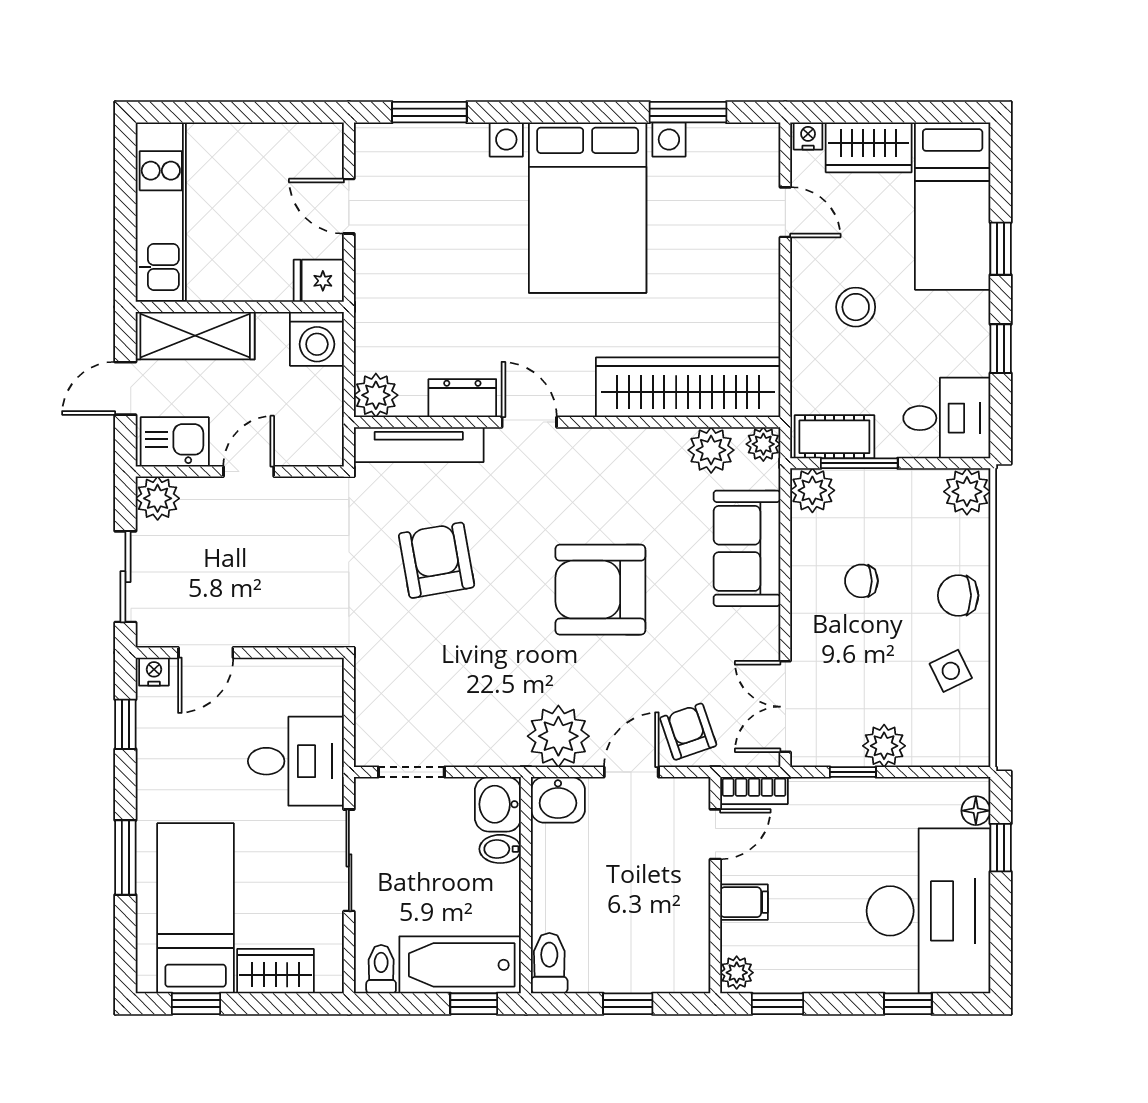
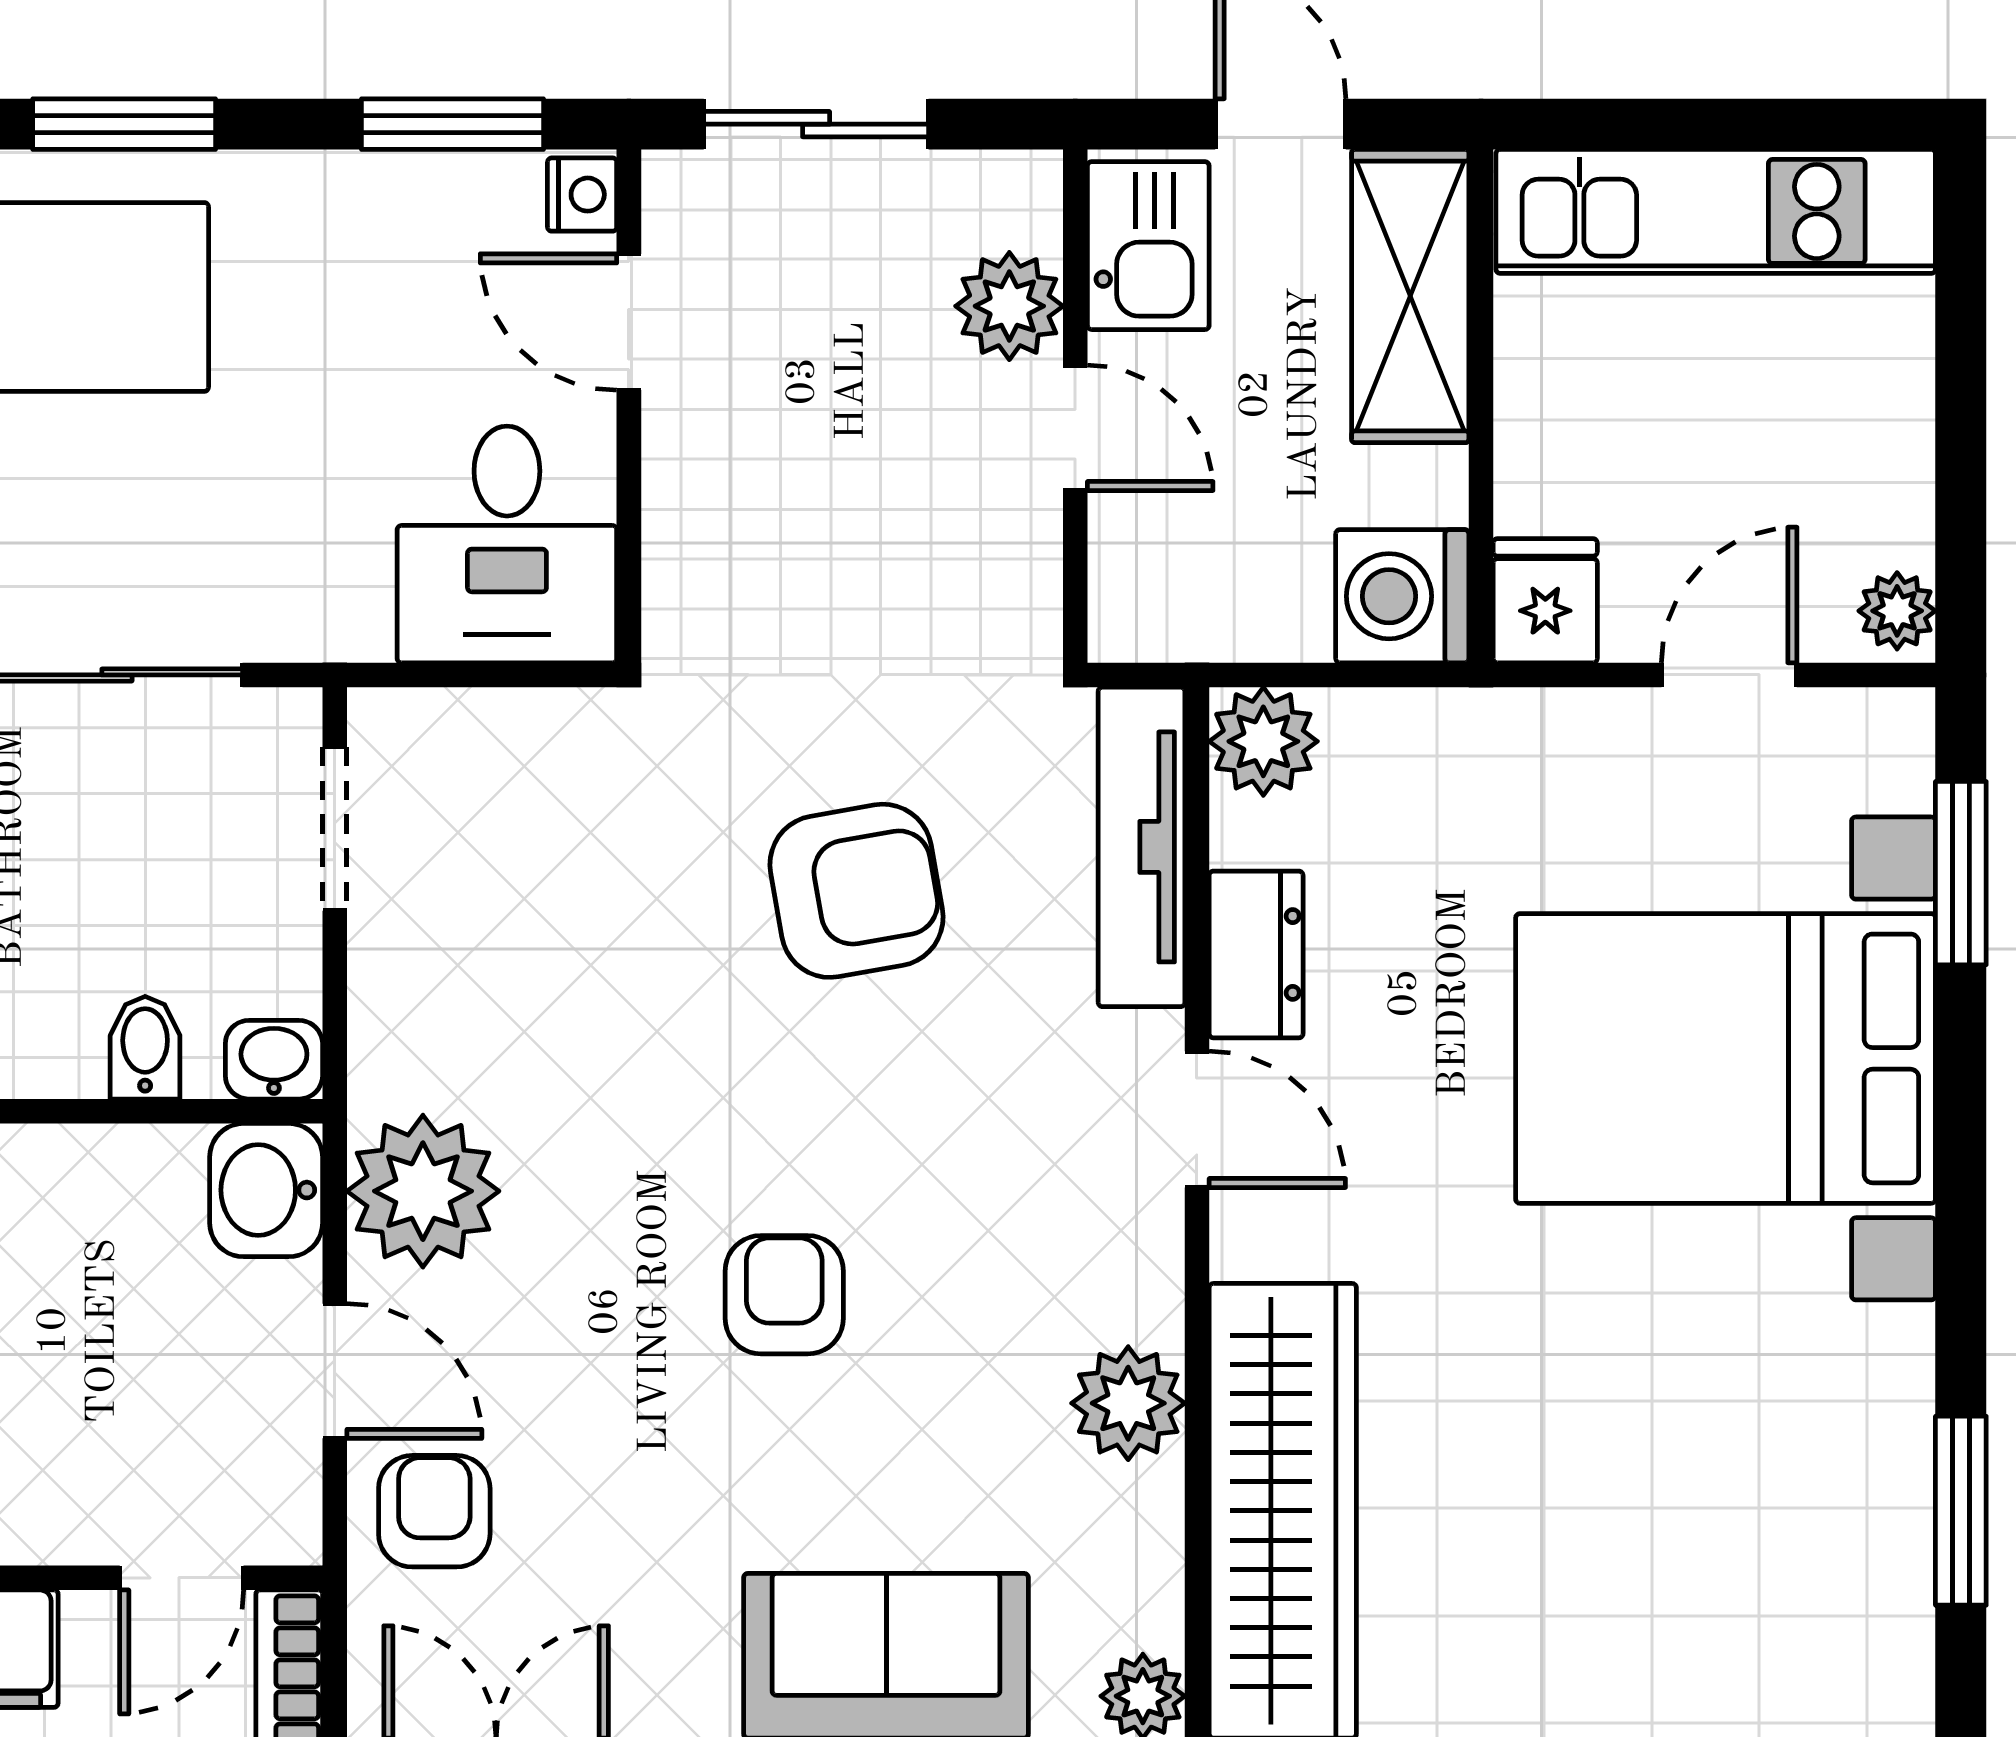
plant: (323, 138) -> (1897, 611), added
bed with nightstands: (588, 208) -> (1726, 1058), moved
door: (529, 422) -> (1197, 1119), hinge flipped
plant: (711, 450) -> (1128, 1403), moved
plant: (158, 498) -> (1009, 306), moved
armchair: (600, 590) -> (784, 1295), width x0.53, depth x0.53
window: (125, 724) -> (452, 124), width x1.50
armchair: (688, 732) -> (434, 1511), turned -71
desk: (296, 761) -> (507, 544), moved
washbasin: (498, 804) -> (274, 1060), width x0.72, depth x0.69
door: (715, 834) -> (182, 1578), hinge flipped

